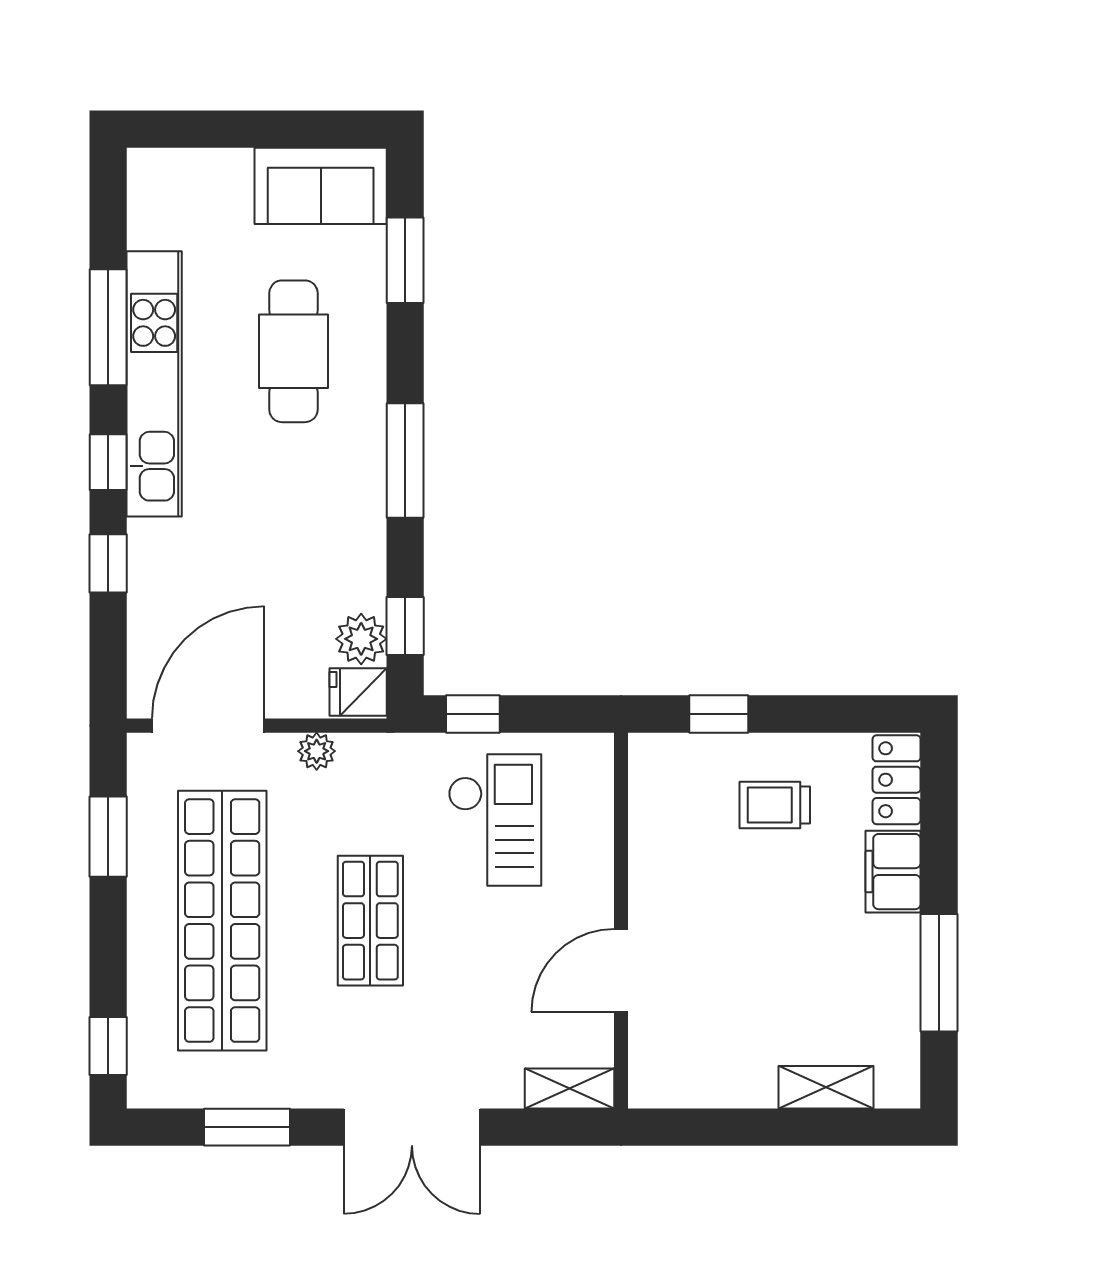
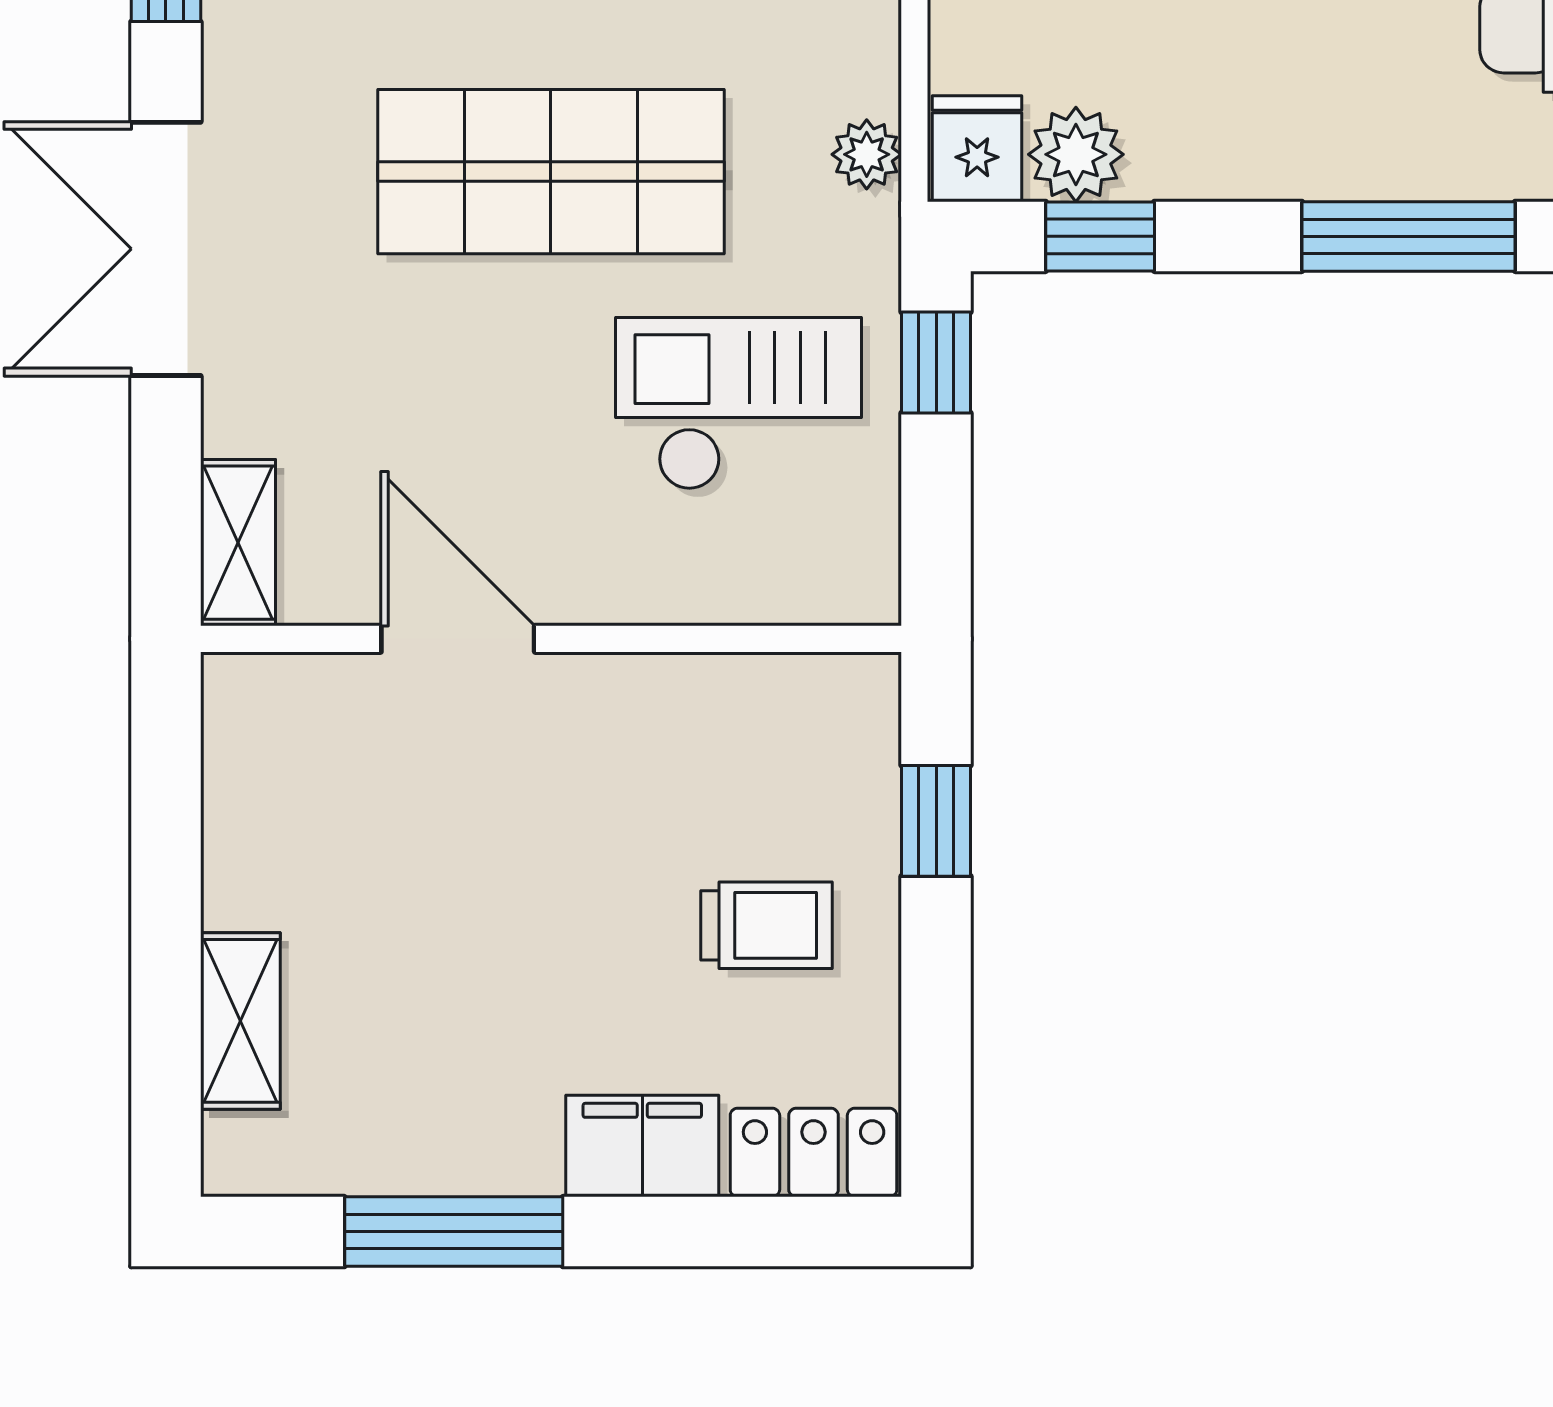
plant: (317, 751) -> (867, 154), moved
trolley: (775, 805) -> (766, 925), turned 90
checkout: (495, 820) -> (738, 404), turned 180
shop shelf: (370, 921) -> (551, 172), width x1.43, depth x1.36

